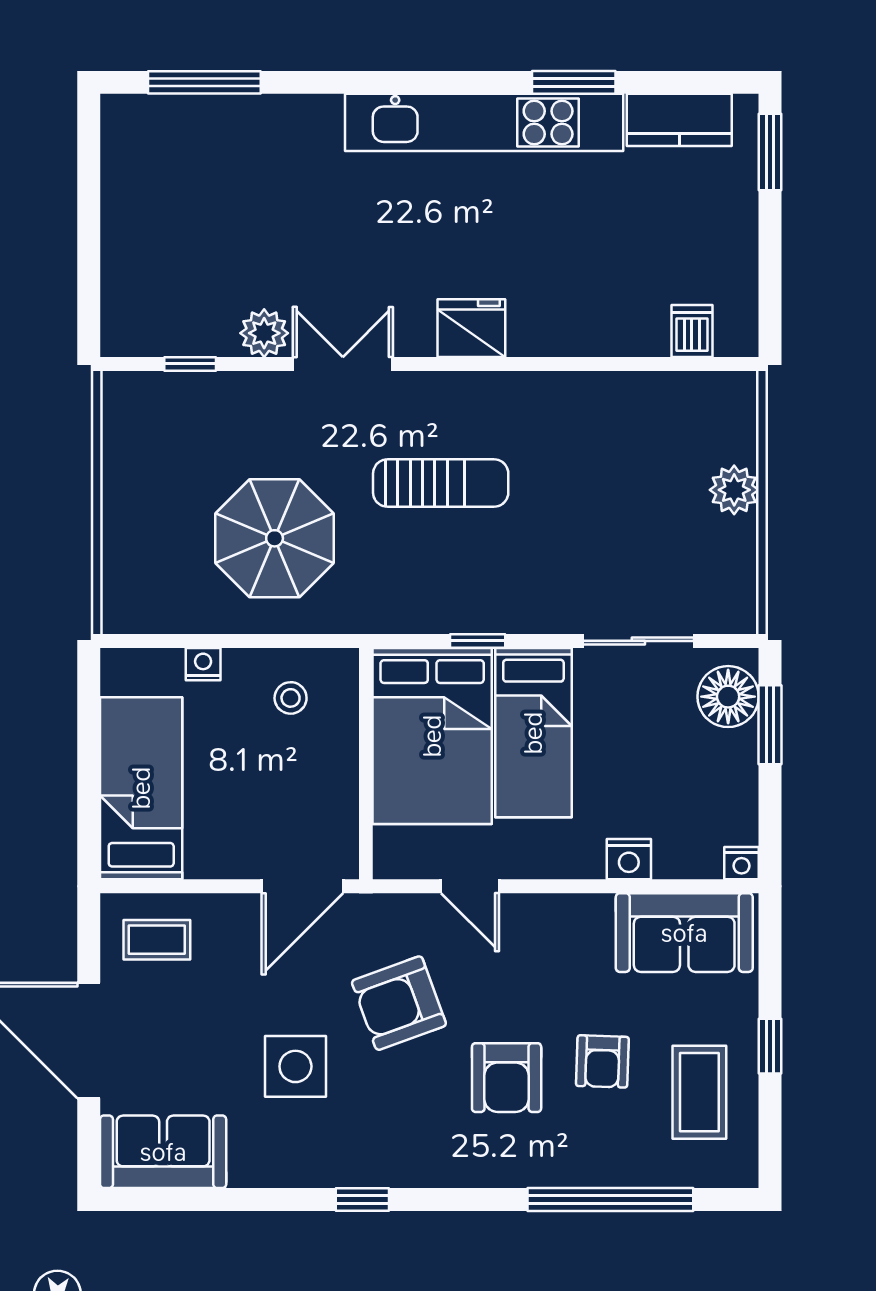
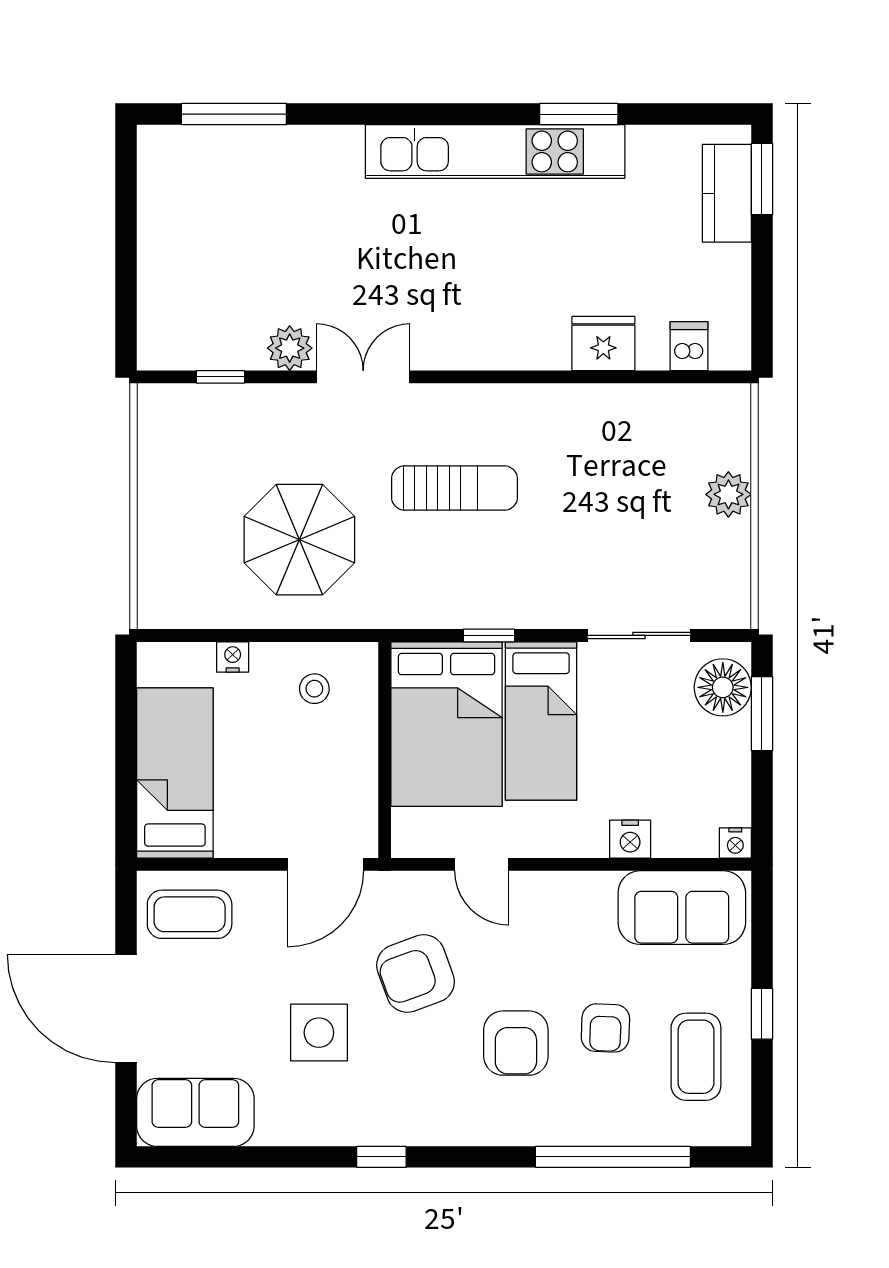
kitchen counter: (679, 120) -> (727, 193), moved, turned 90
fridge: (471, 328) -> (603, 343), moved
coffee table: (157, 940) -> (190, 914), width x1.36, depth x1.30

